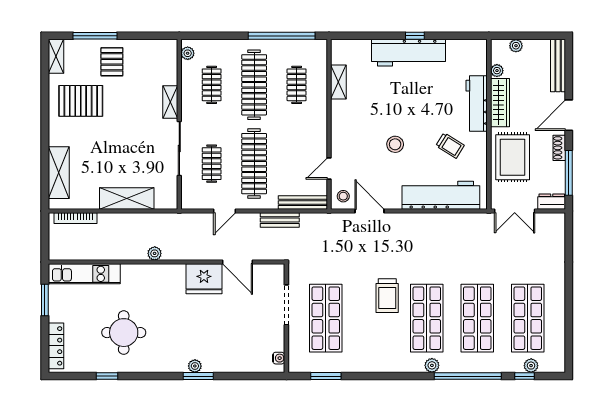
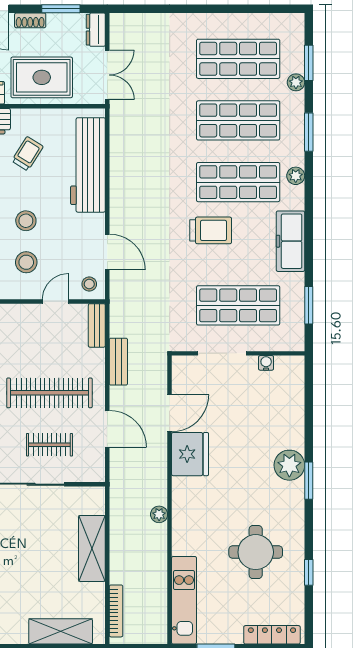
stool: (361, 145) -> (26, 262), added
door: (329, 169) -> (55, 301), swing flipped
window: (569, 173) -> (61, 9), width x0.69
bench: (303, 202) -> (97, 325), width x0.73
door: (225, 211) -> (107, 429), width x1.38
door: (370, 211) -> (107, 252), swing flipped
water cooler: (279, 358) -> (266, 363), moved
freezer: (378, 361) -> (290, 241), added
plant: (195, 366) -> (289, 465), width x1.88, depth x1.88
plant: (531, 366) -> (296, 82), moved
window: (198, 376) -> (309, 481), moved
window: (468, 376) -> (309, 132), width x0.47
window: (524, 376) -> (309, 63), width x1.50

